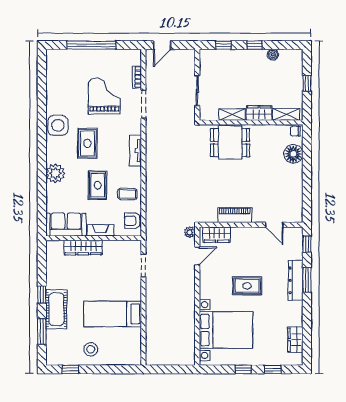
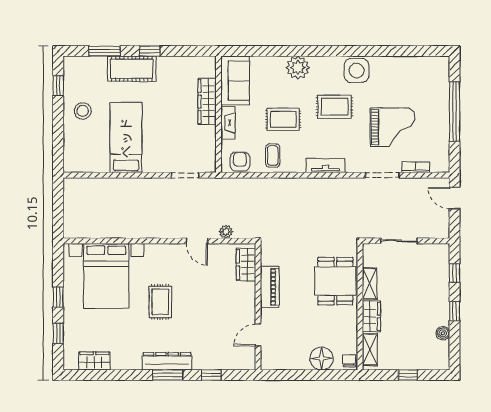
piano: (235, 215) -> (270, 287), moved
wall: (251, 225) -> (258, 307), moved
door: (274, 225) -> (258, 335), moved
wardrobe: (217, 235) -> (246, 265), moved

